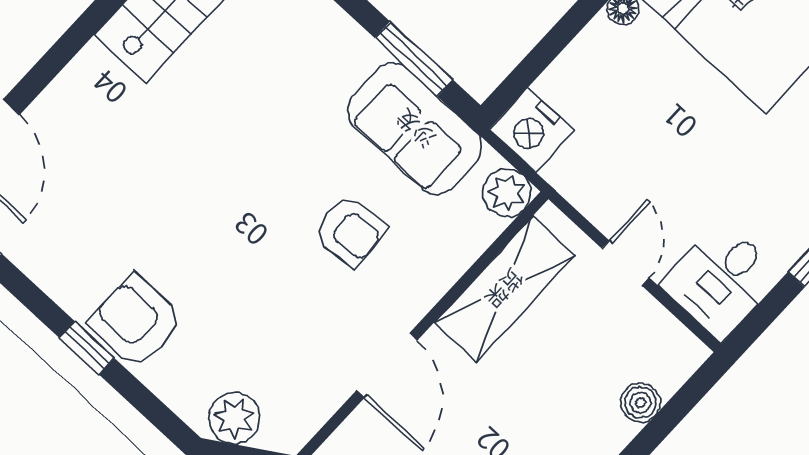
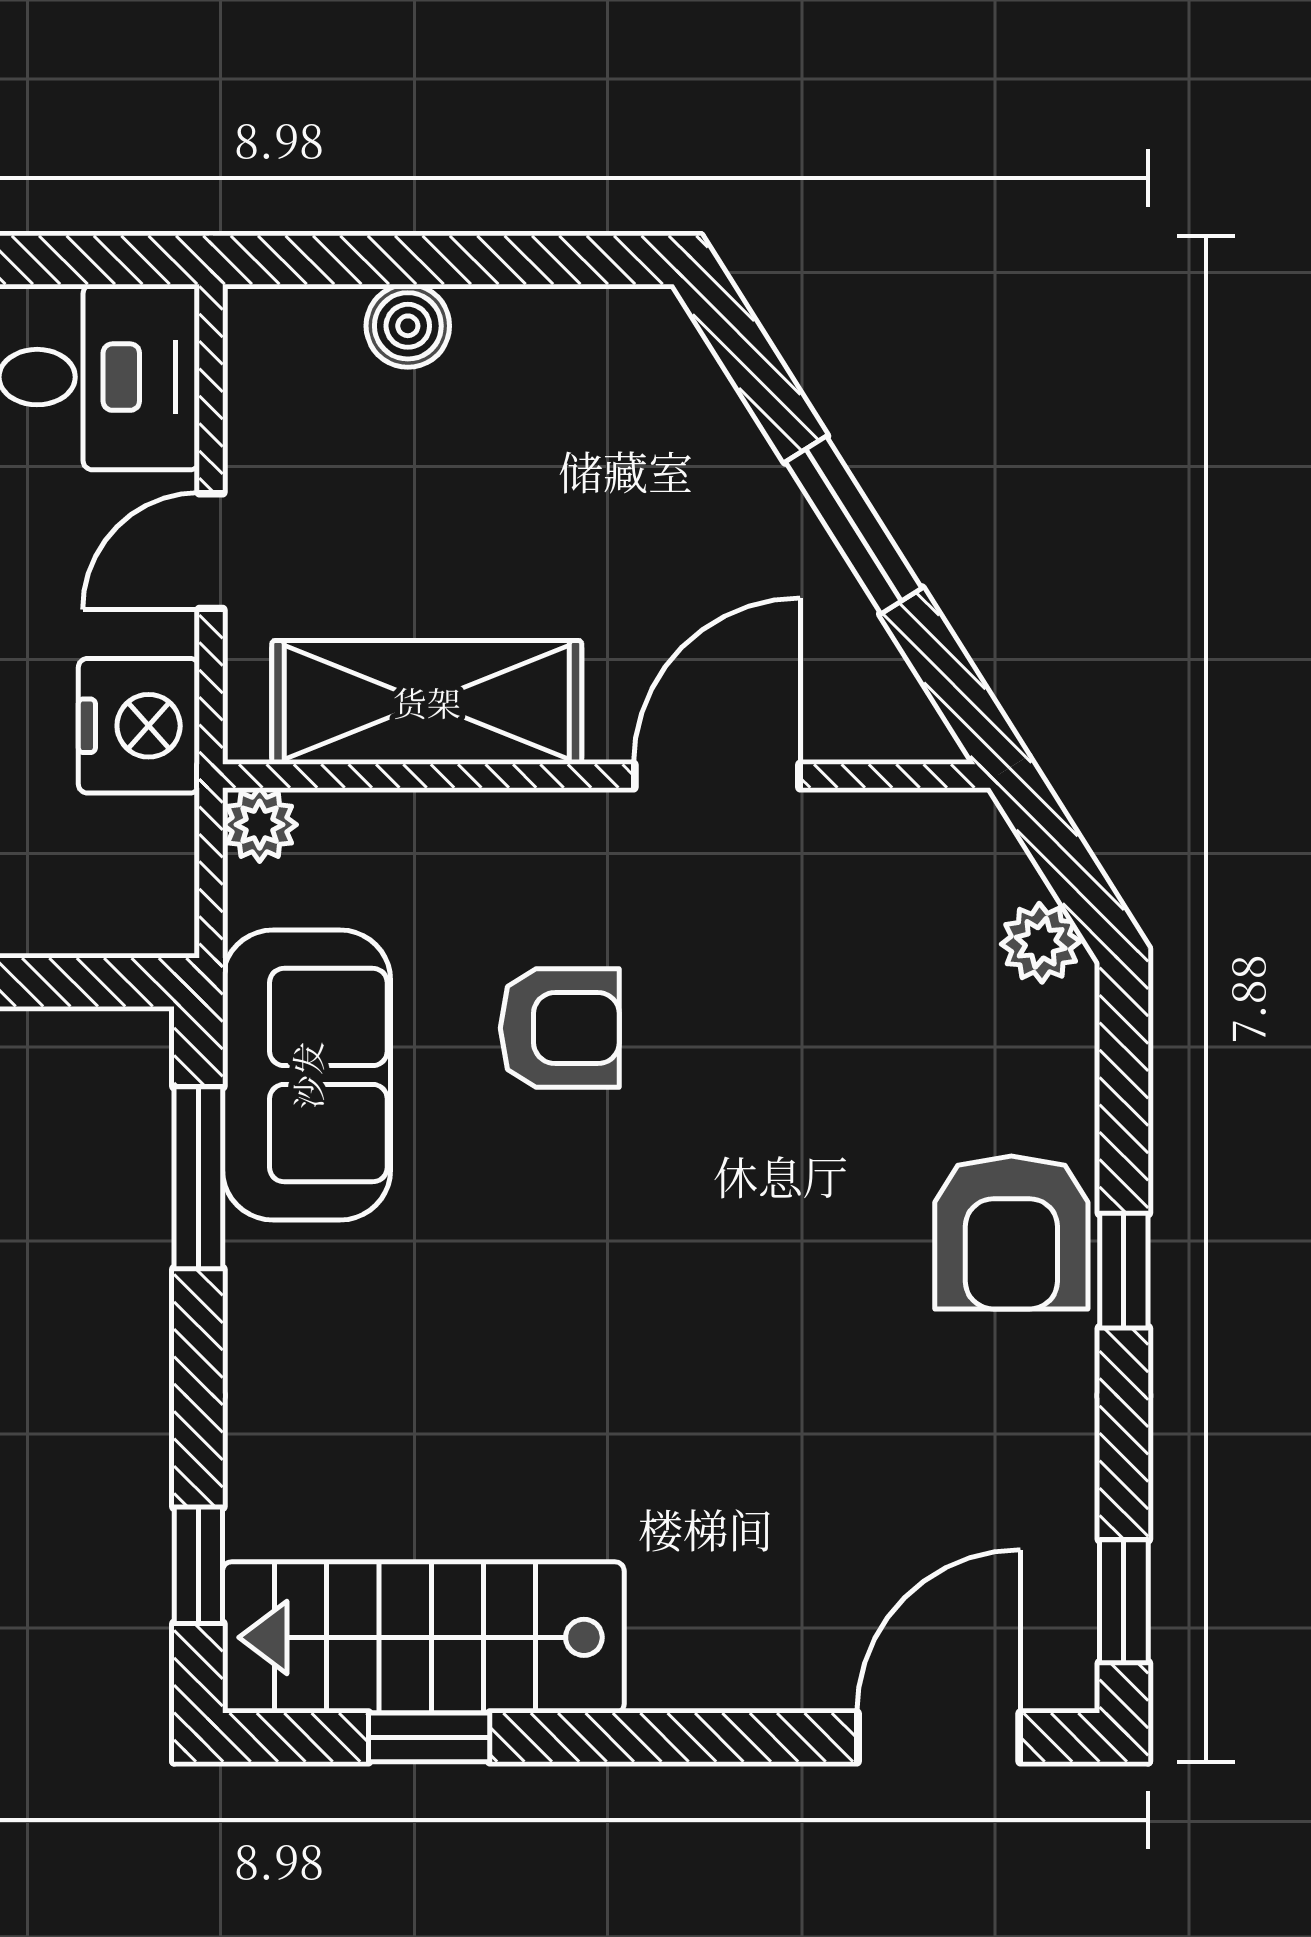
nightstand: (532, 130) -> (139, 726), moved
plant: (507, 193) -> (260, 825), width x0.73, depth x0.73
armchair: (350, 231) -> (560, 1028), turned 95
plant: (234, 418) -> (1041, 943), width x0.73, depth x0.73

